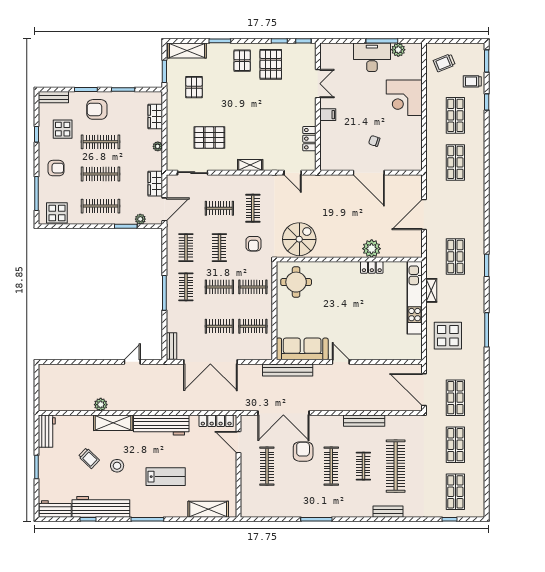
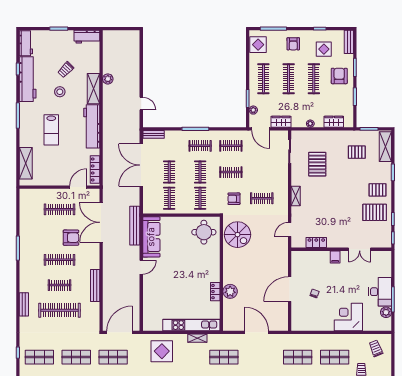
clothes rail: (219, 208) -> (262, 172), removed

